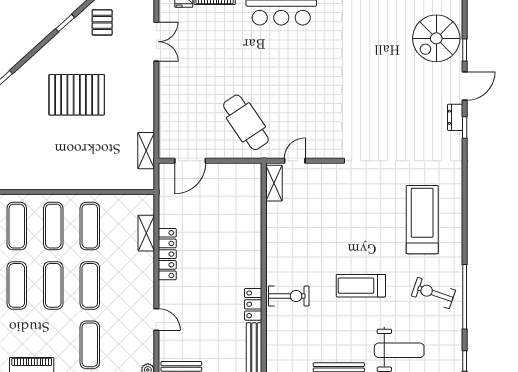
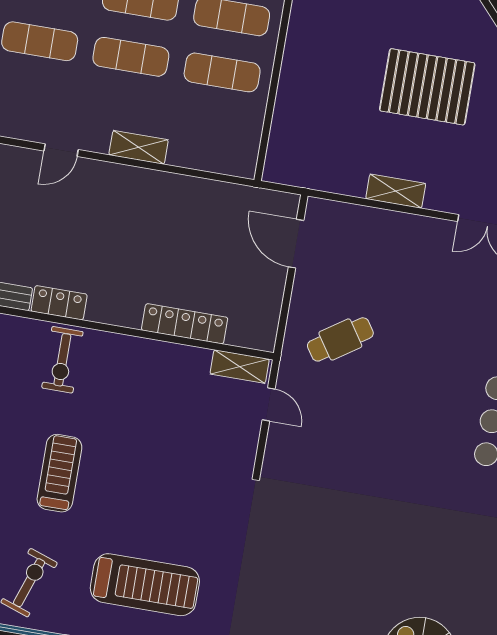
pallet: (77, 95) -> (427, 87), turned 90
cafe table: (246, 122) -> (340, 339), width x0.73, depth x0.74
shelving: (146, 151) -> (396, 191), moved
shelving: (146, 233) -> (139, 147), moved
locker: (167, 254) -> (185, 324), moved, turned 180

